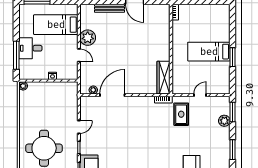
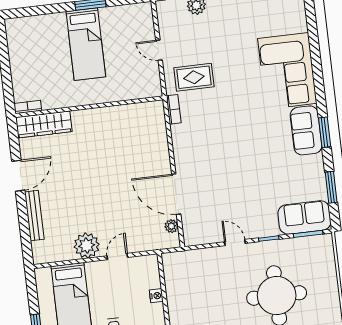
wardrobe: (164, 78) -> (44, 124), moved

